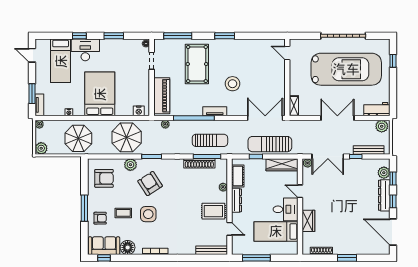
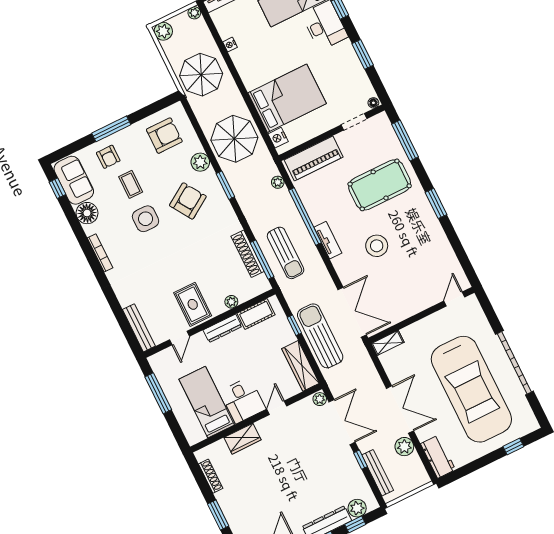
bed: (100, 94) -> (287, 98), moved
plant: (382, 126) -> (404, 447), moved
double door: (328, 156) -> (342, 422), swing flipped
armchair: (104, 178) -> (164, 136), turned -90

